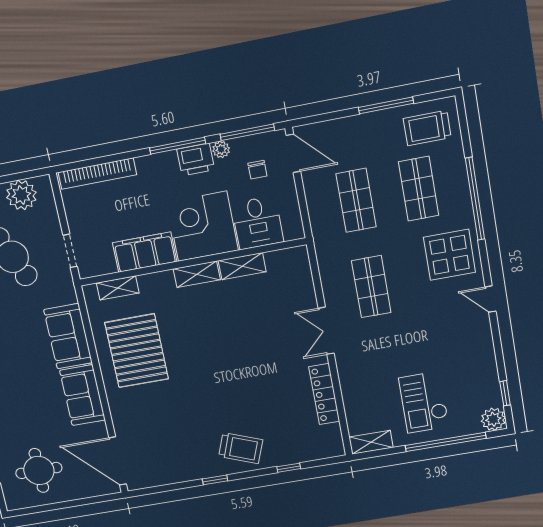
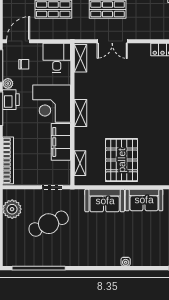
desk: (257, 223) -> (57, 58), moved, turned -90
shelving: (242, 266) -> (81, 58), moved
double door: (326, 331) -> (112, 41), moved
pallet: (137, 351) -> (122, 160), turned 90

